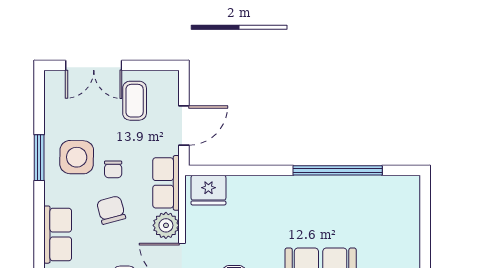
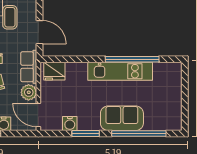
door: (184, 125) -> (40, 32), hinge flipped
kitchen unit: (318, 190) -> (120, 71), added

